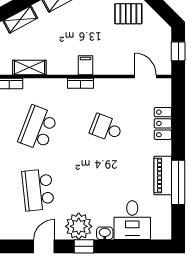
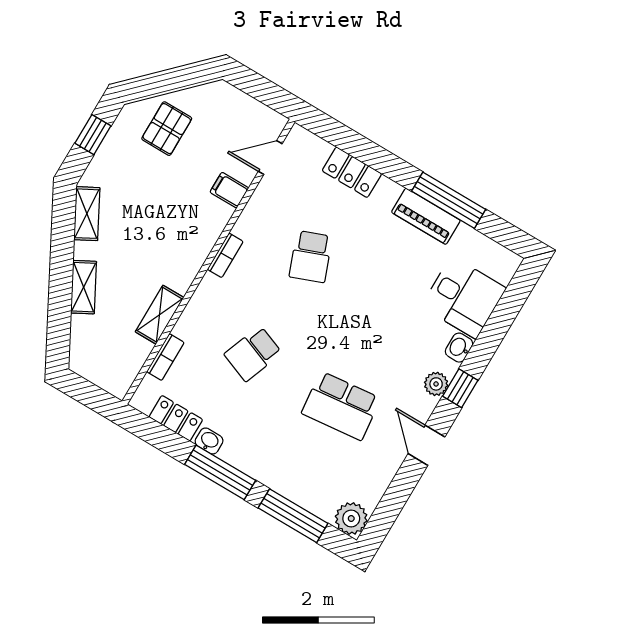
window: (178, 51) -> (262, 90), removed
filing cabinet: (85, 65) -> (229, 190), moved
school desk: (38, 128) -> (253, 354), width x0.54
school desk: (106, 128) -> (311, 257), turned -42
plant: (79, 226) -> (436, 384), width x0.53, depth x0.53

